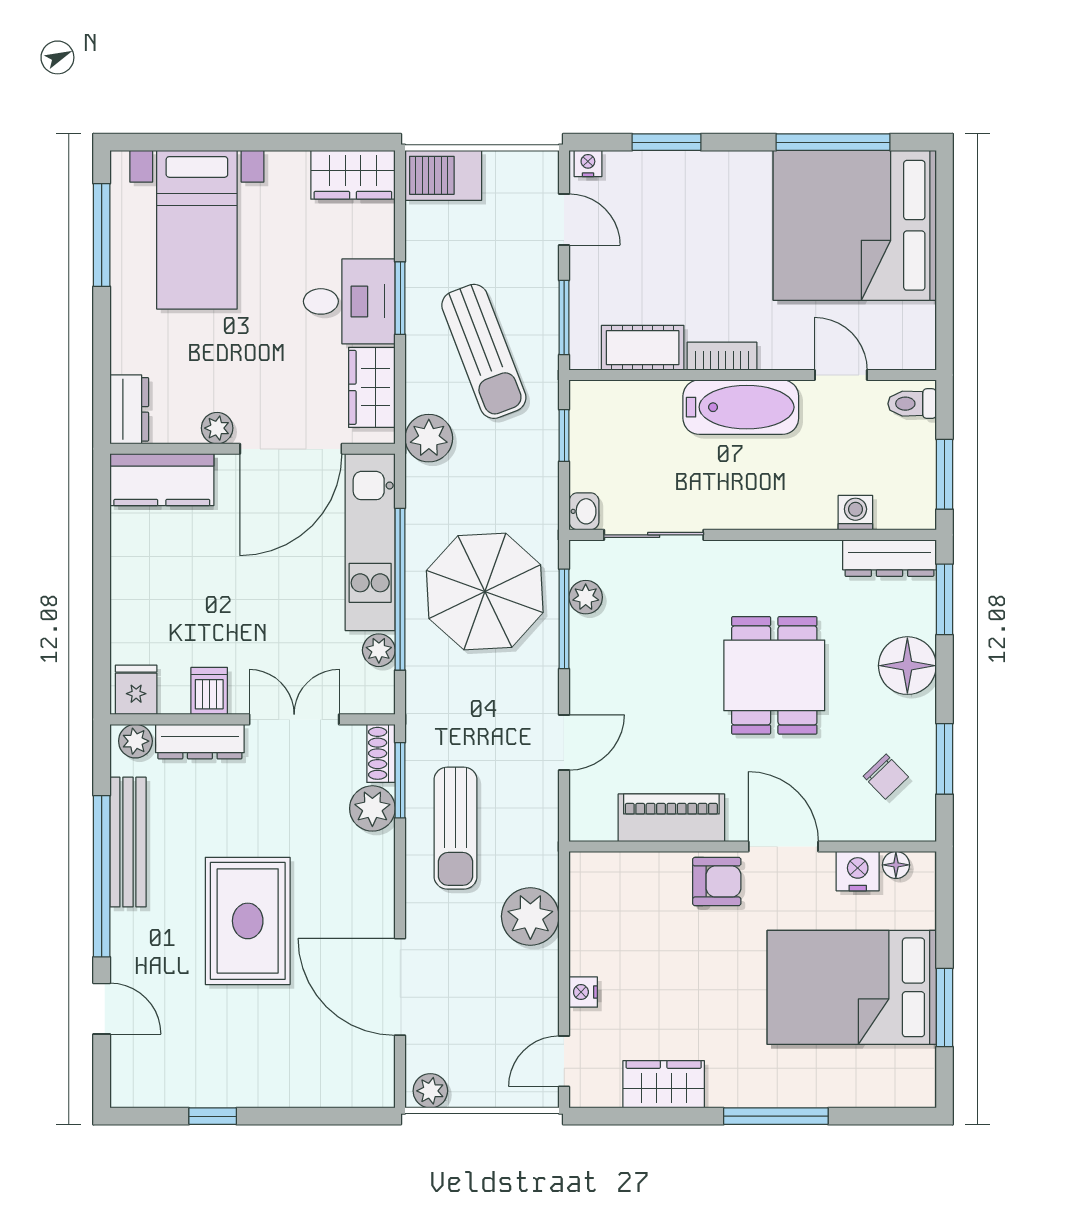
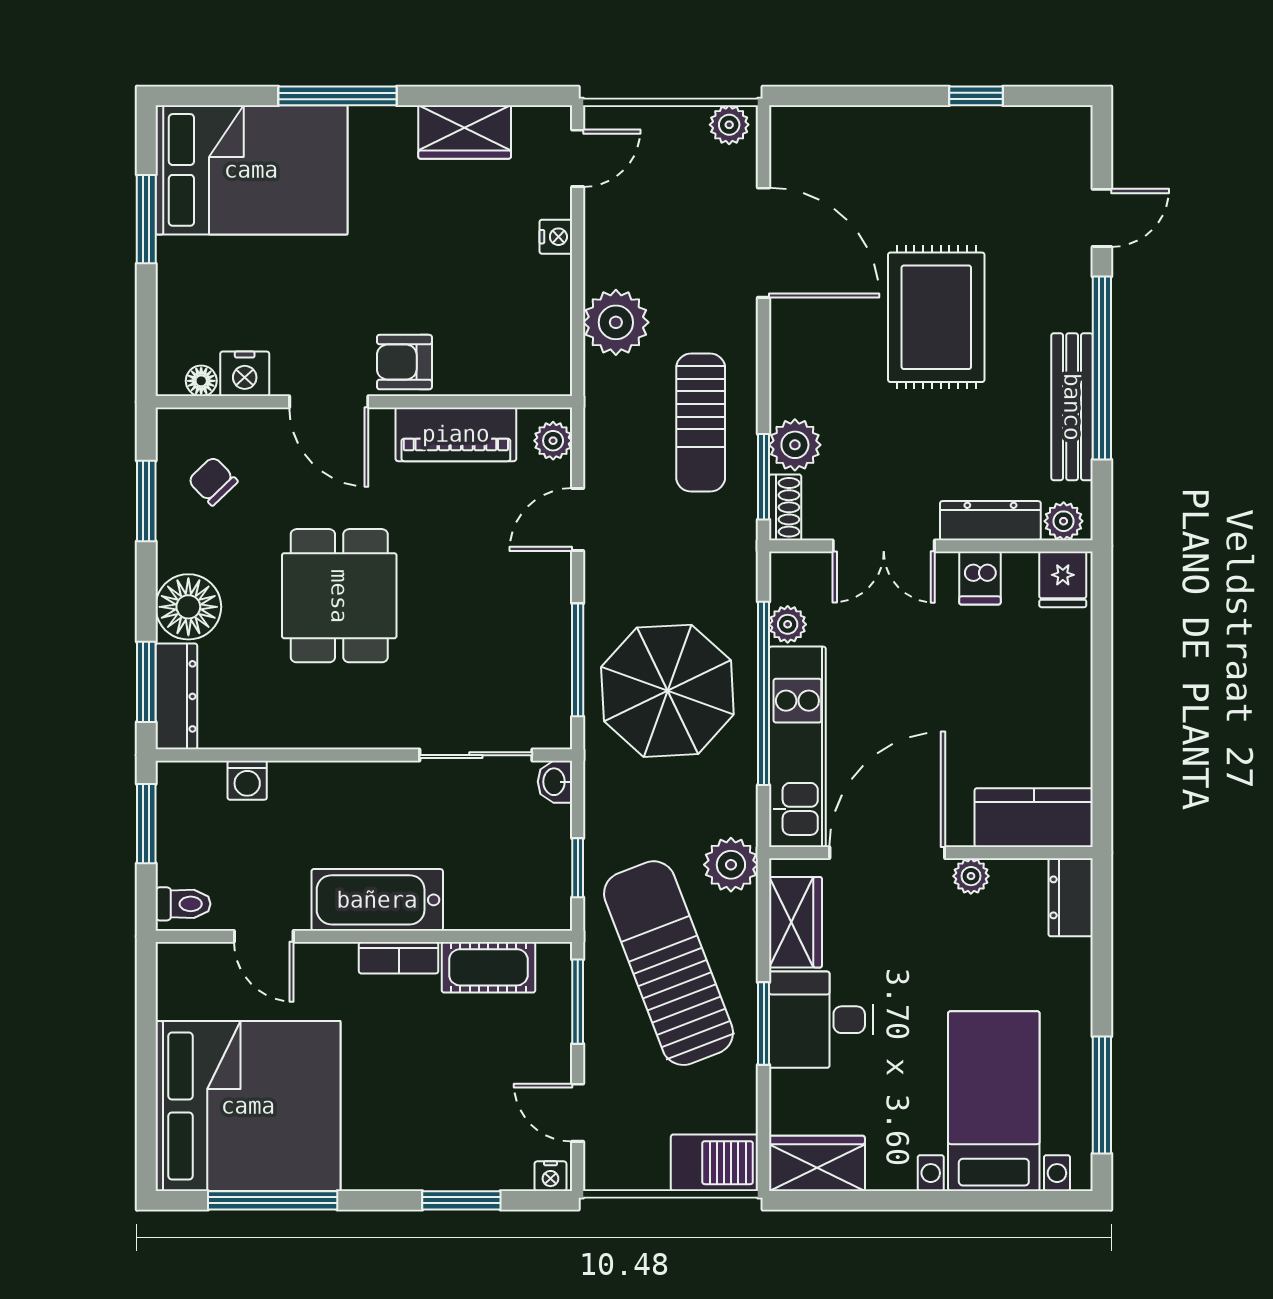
sun lounger: (484, 351) -> (669, 963), width x1.36, depth x1.34
dresser: (889, 558) -> (176, 696), moved, turned 90
plant: (586, 597) -> (553, 441), moved
sun lounger: (456, 828) -> (701, 423), turned 180
bed: (852, 987) -> (251, 170), moved
door: (102, 1009) -> (1102, 218), swing flipped

